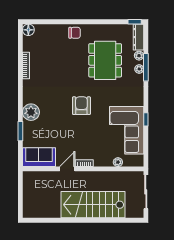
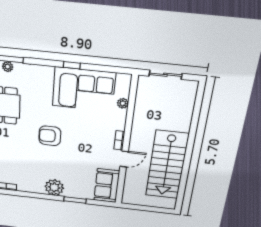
door: (67, 169) -> (124, 159), swing flipped
sliding door: (146, 192) -> (165, 75), width x0.73
stairs: (93, 205) -> (167, 165), moved

